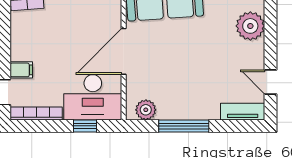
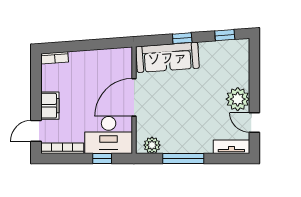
plant: (250, 26) -> (238, 99), moved
filing cabinet: (21, 70) -> (50, 106), width x2.00

